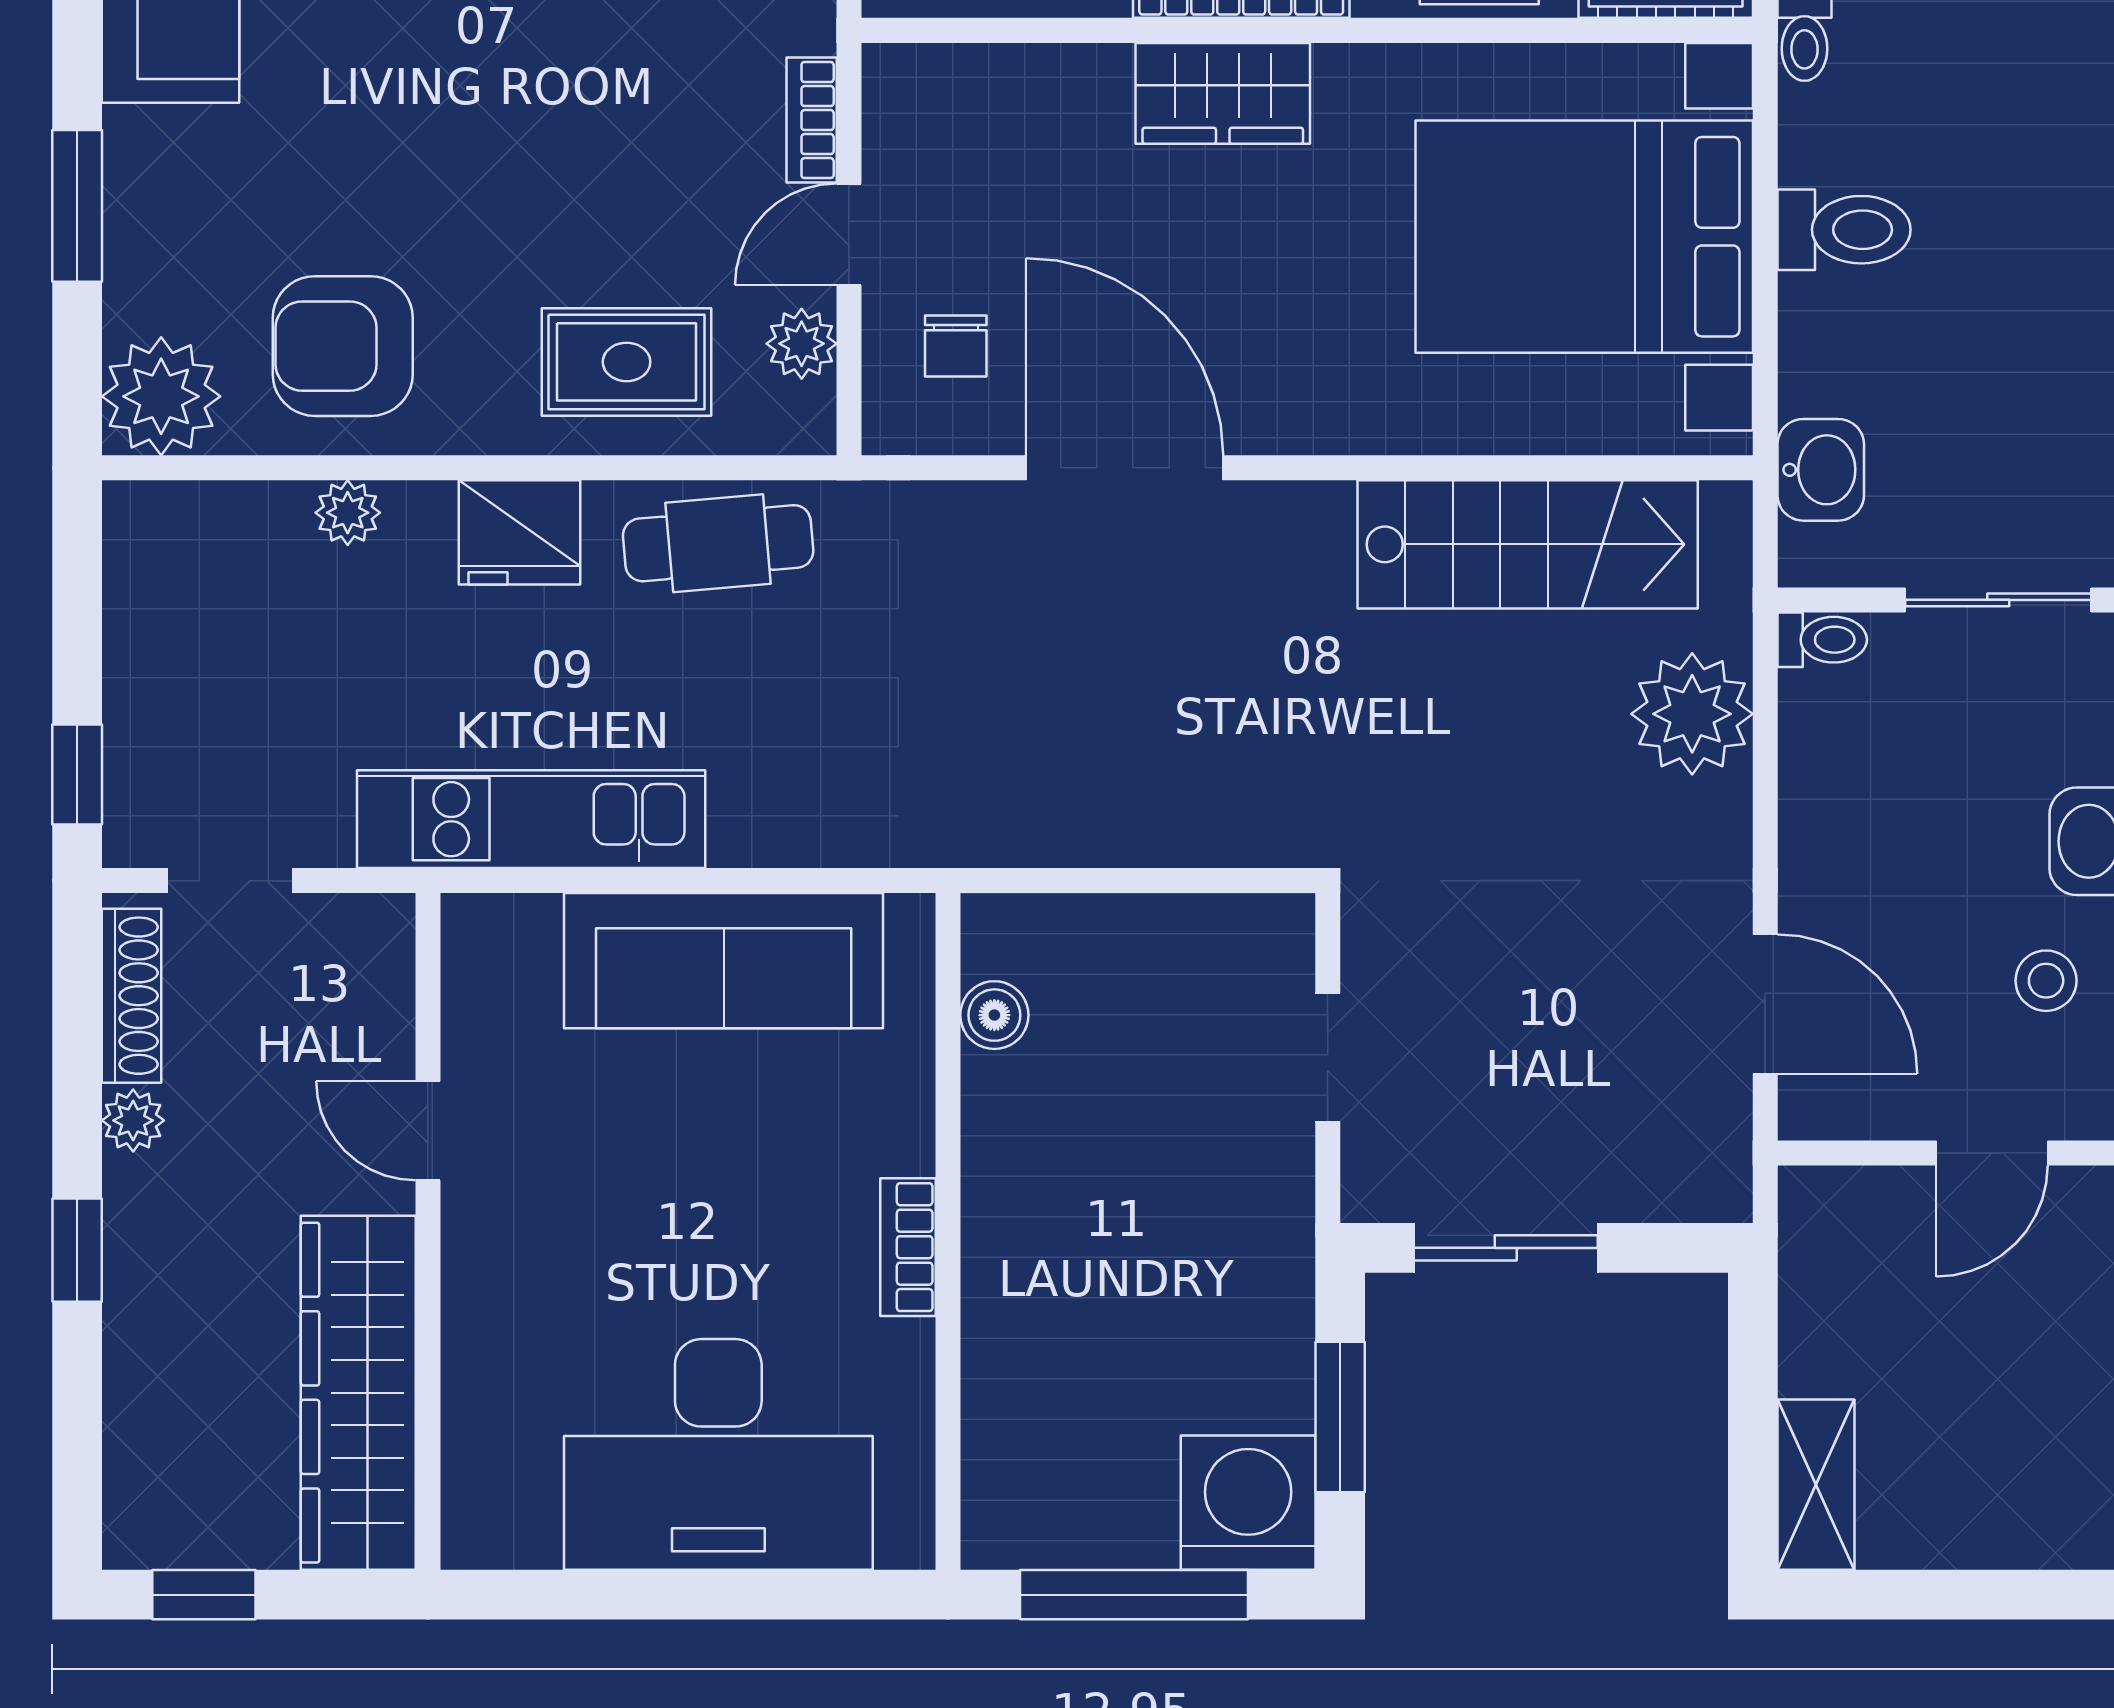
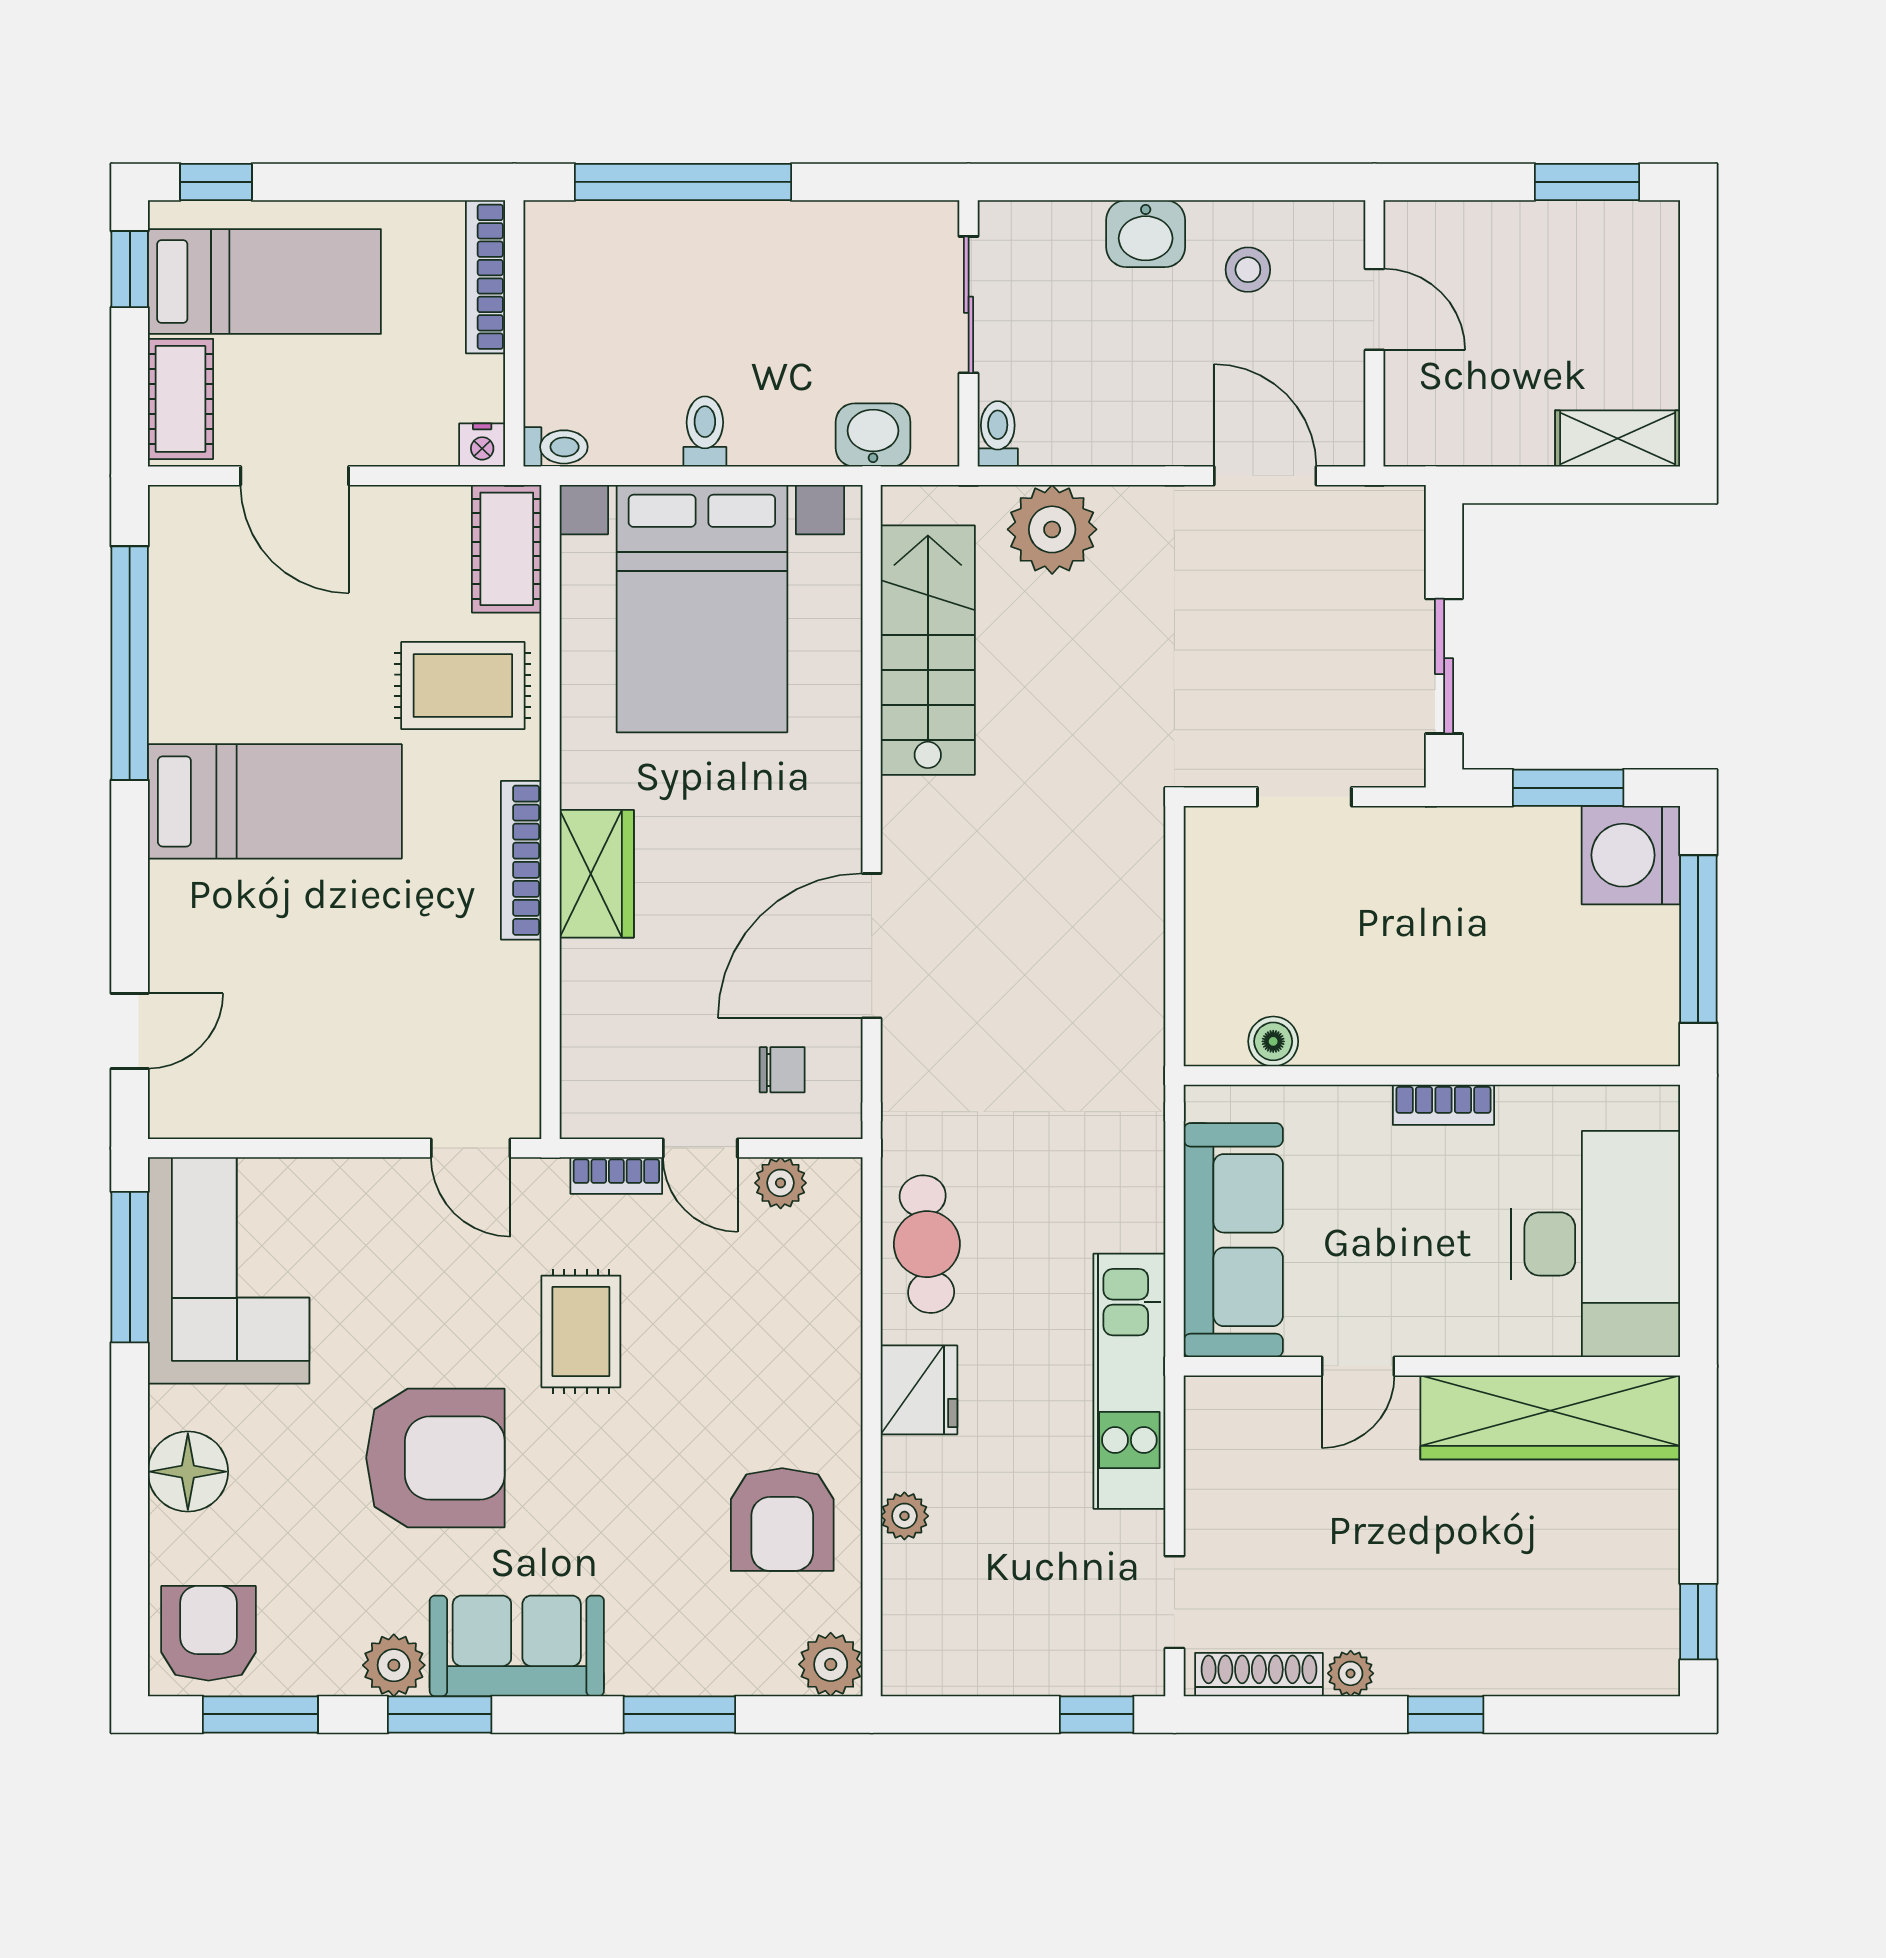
toilet: (1844, 230) -> (705, 431), width x0.73, depth x0.72
rug: (627, 362) -> (581, 1331), moved
plant: (161, 396) -> (831, 1664), width x0.73, depth x0.73
door: (1765, 1004) -> (1265, 476), hinge flipped
door: (428, 1131) -> (1358, 1366), moved
wall: (428, 1231) -> (1432, 1366), moved
wardrobe: (358, 1393) -> (1550, 1417), moved

